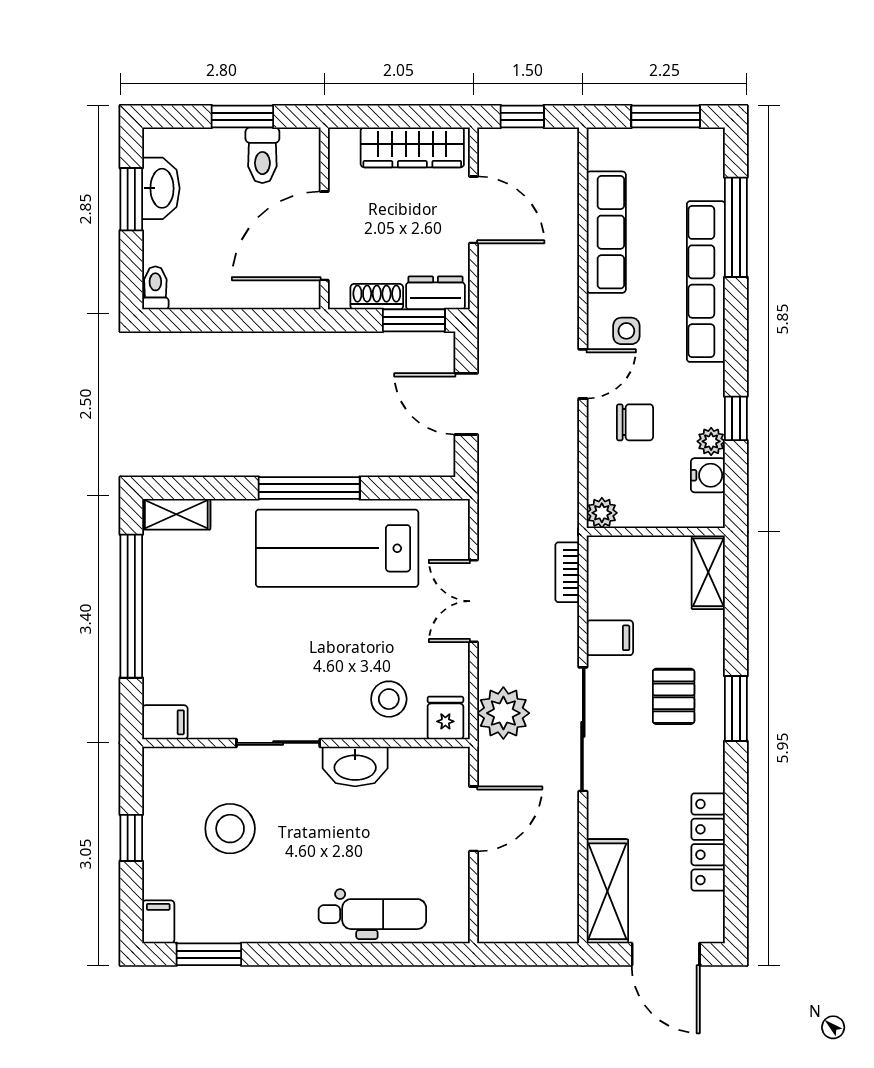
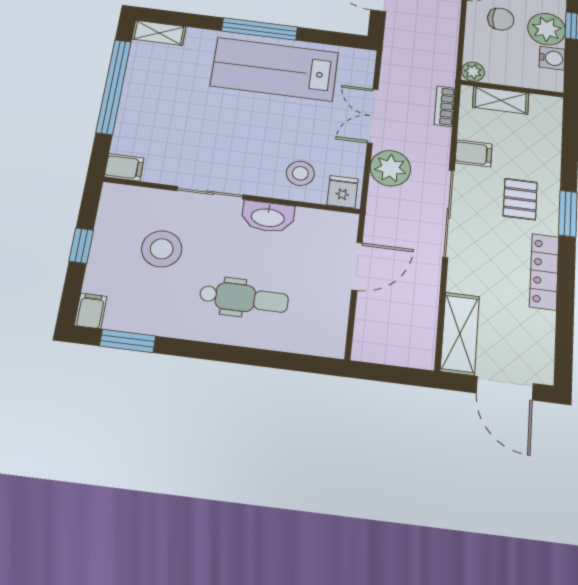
plant: (711, 441) -> (547, 29), width x1.88, depth x1.88
shelving: (708, 572) -> (501, 100), moved, turned 90
plant: (503, 713) -> (390, 168), moved
locker: (708, 842) -> (544, 272), moved
dental chair: (372, 914) -> (244, 298), moved

